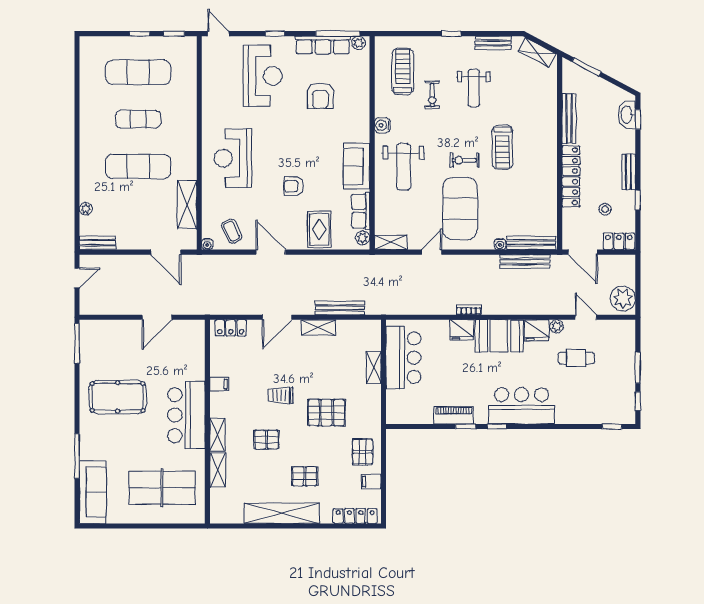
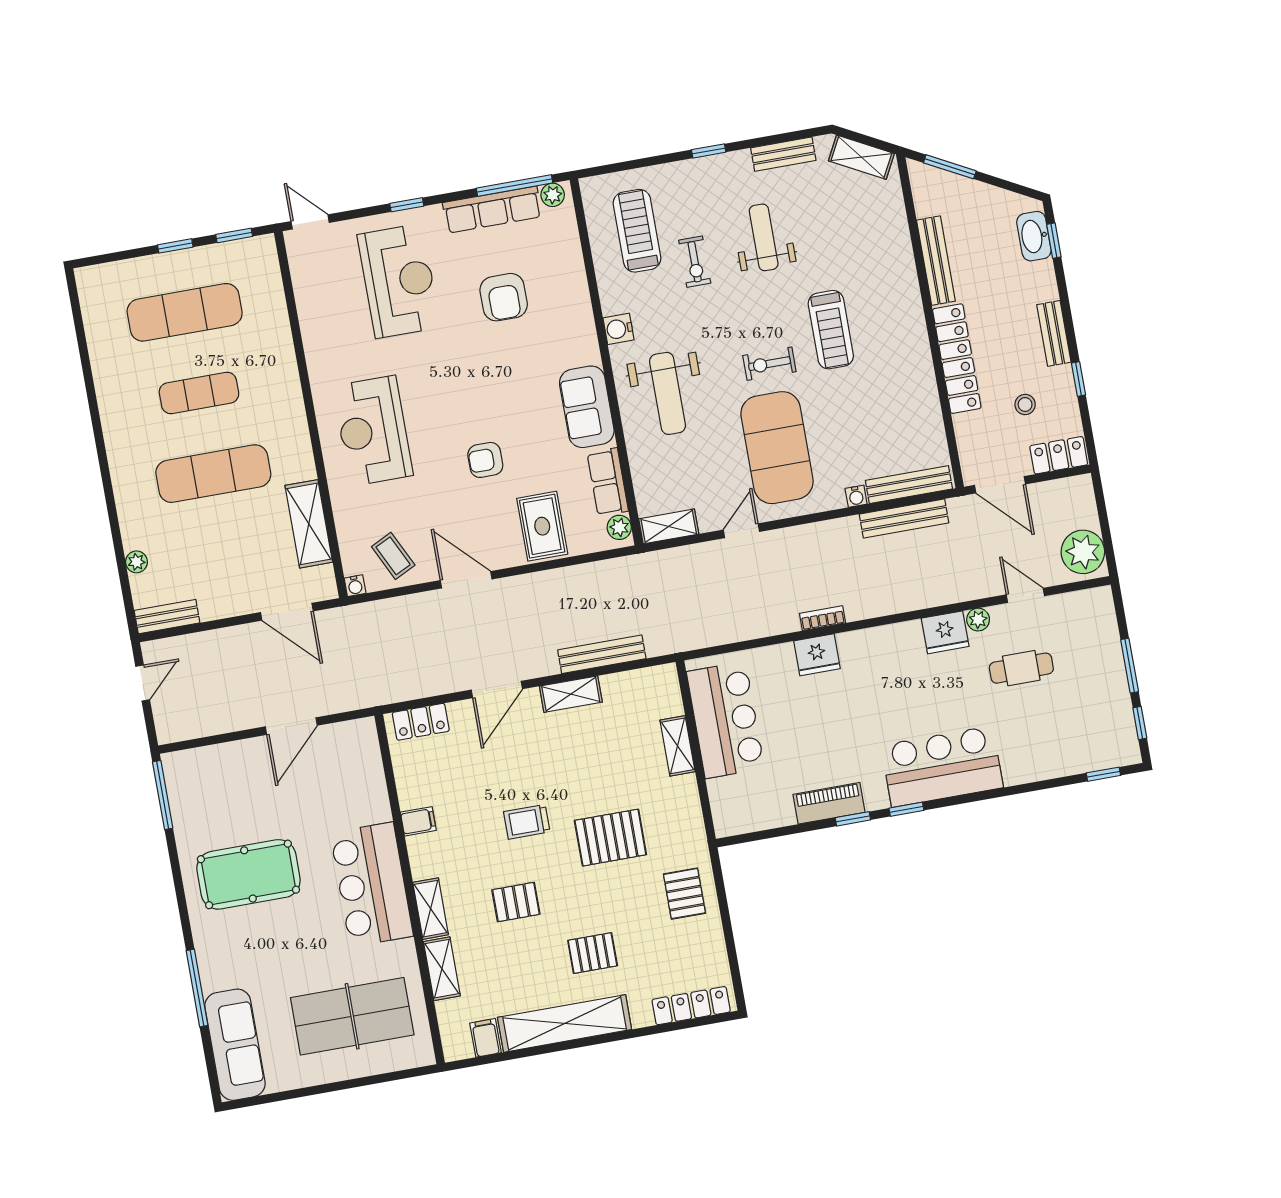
weight bench: (474, 88) -> (764, 237), turned 180
booth: (499, 336) -> (883, 654), removed
filing cabinet: (371, 481) -> (486, 1038), moved, turned 90

